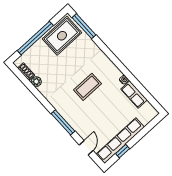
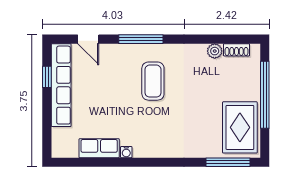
coffee table: (88, 87) -> (153, 81), moved

